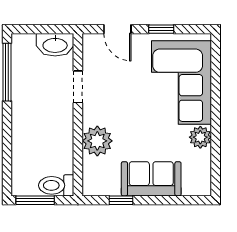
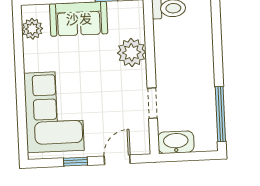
door: (117, 29) -> (117, 160), hinge flipped
plant: (200, 137) -> (32, 29), moved

